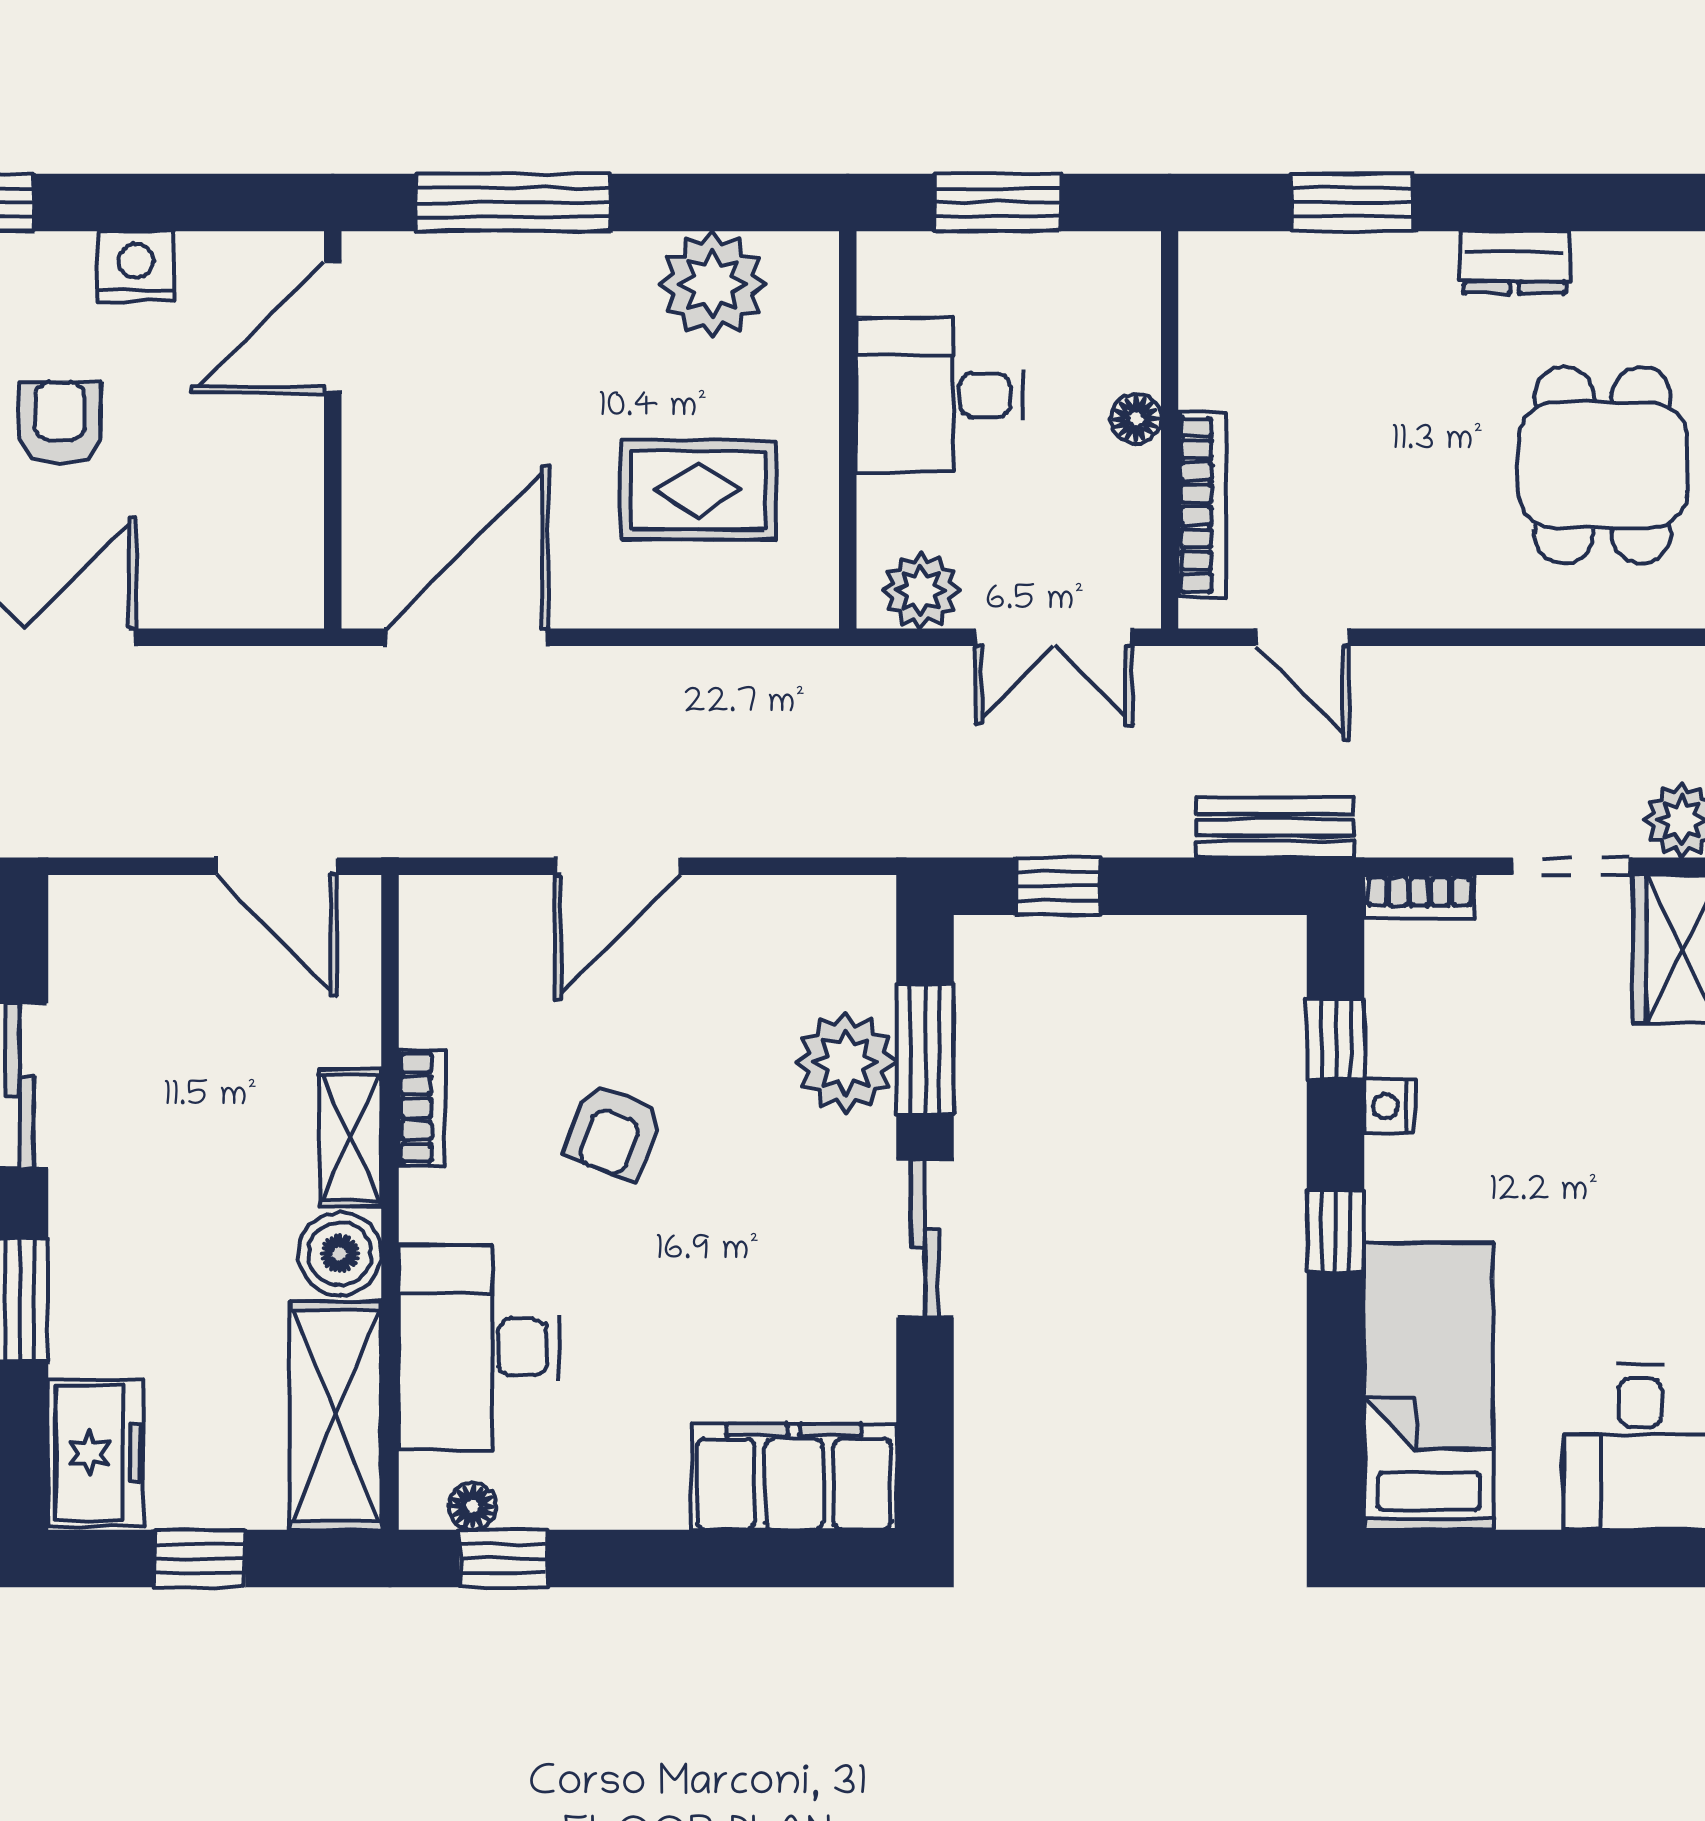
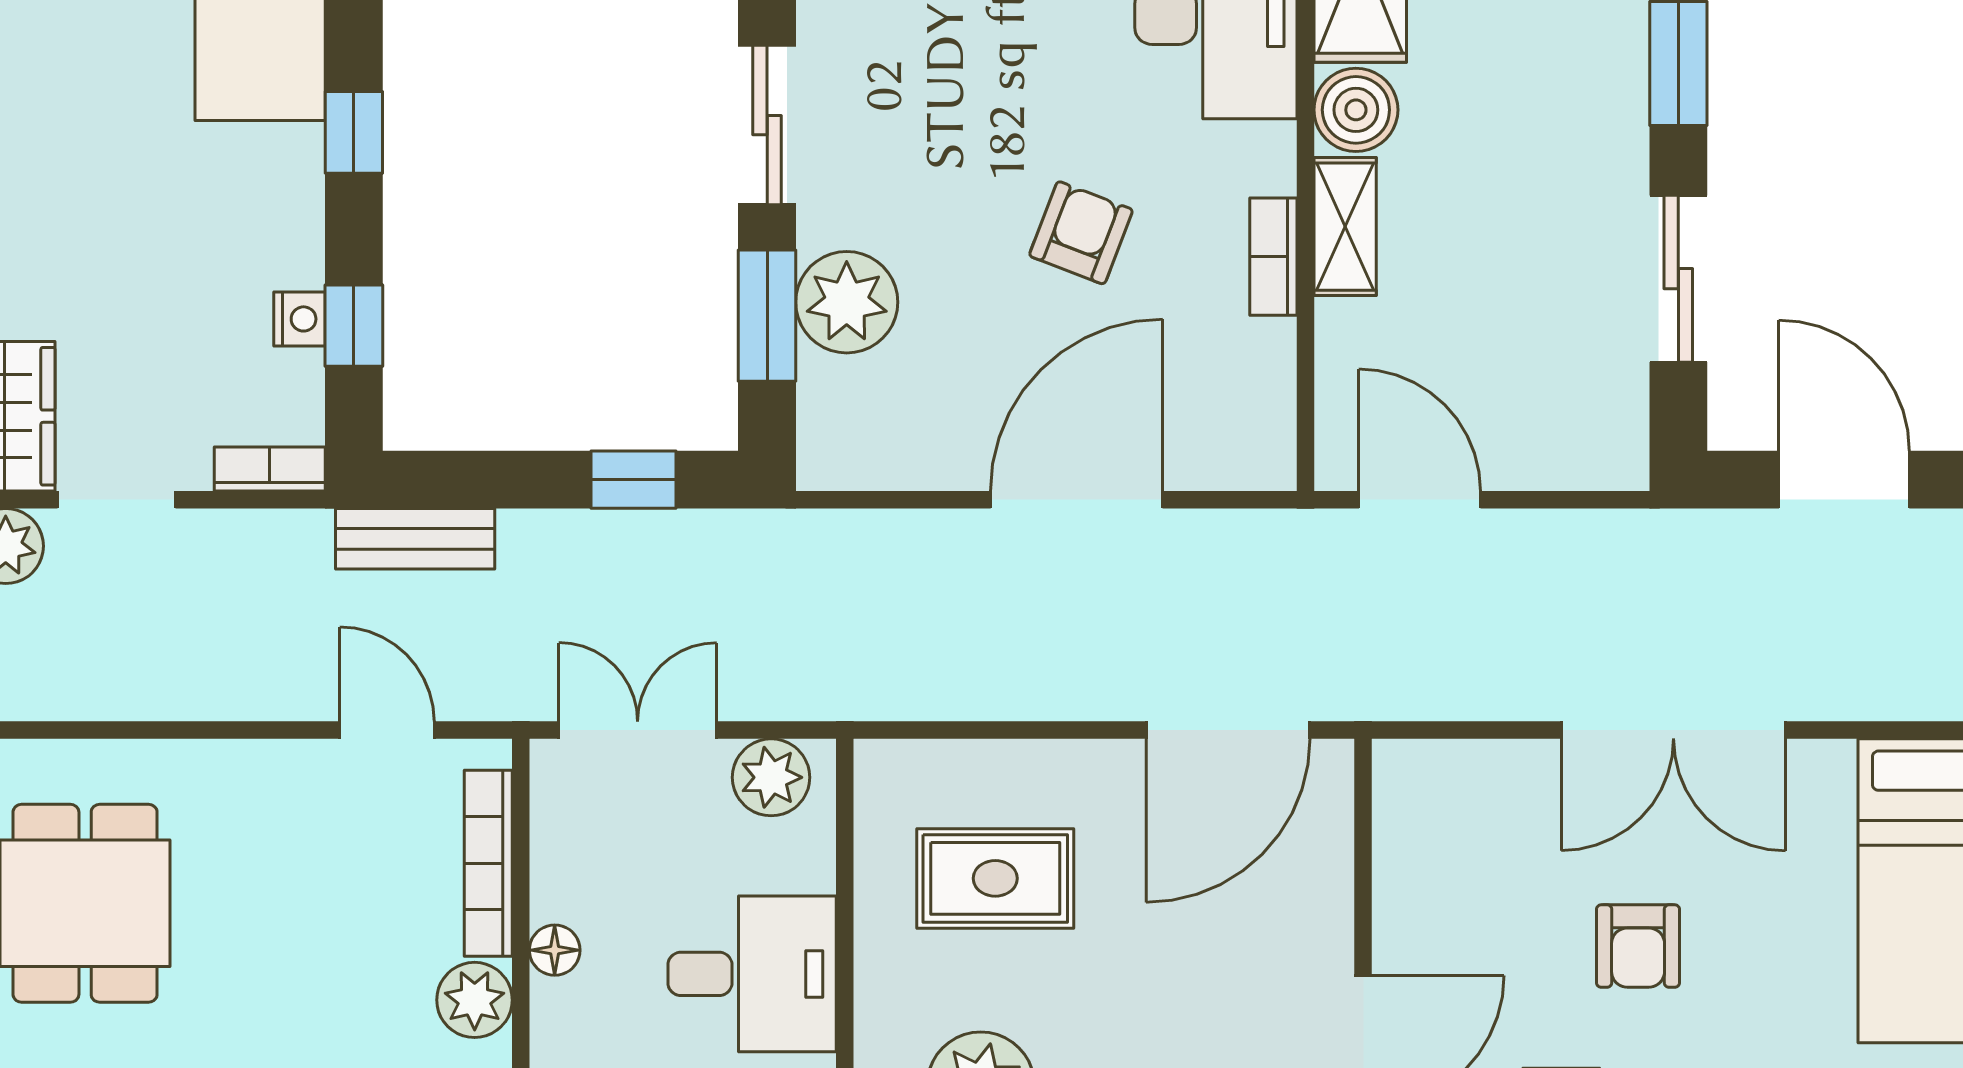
plant: (1216, 369) -> (475, 1000), added
door: (617, 866) -> (1077, 500), width x1.36
nightstand: (1390, 1106) -> (299, 319), moved

